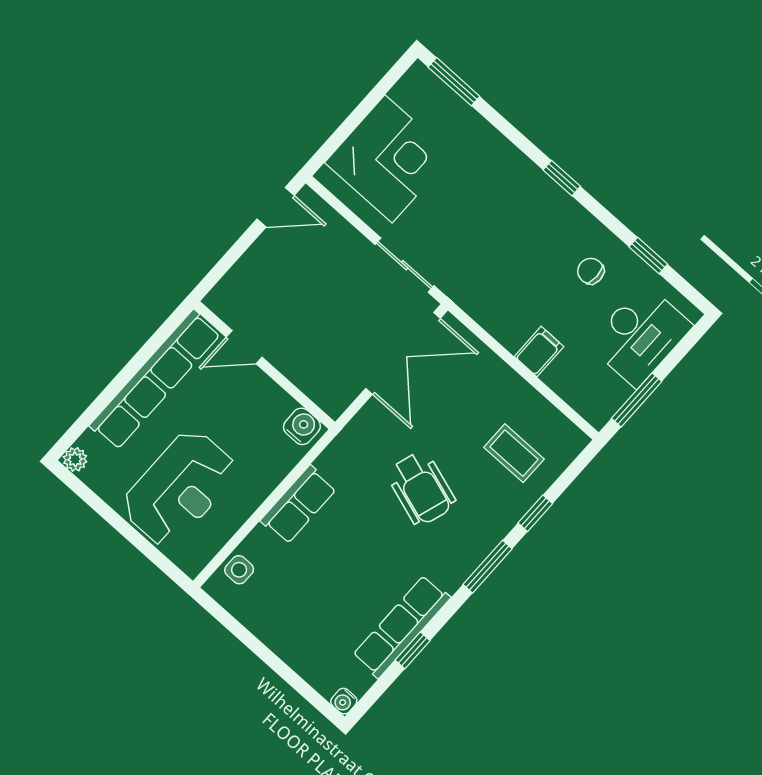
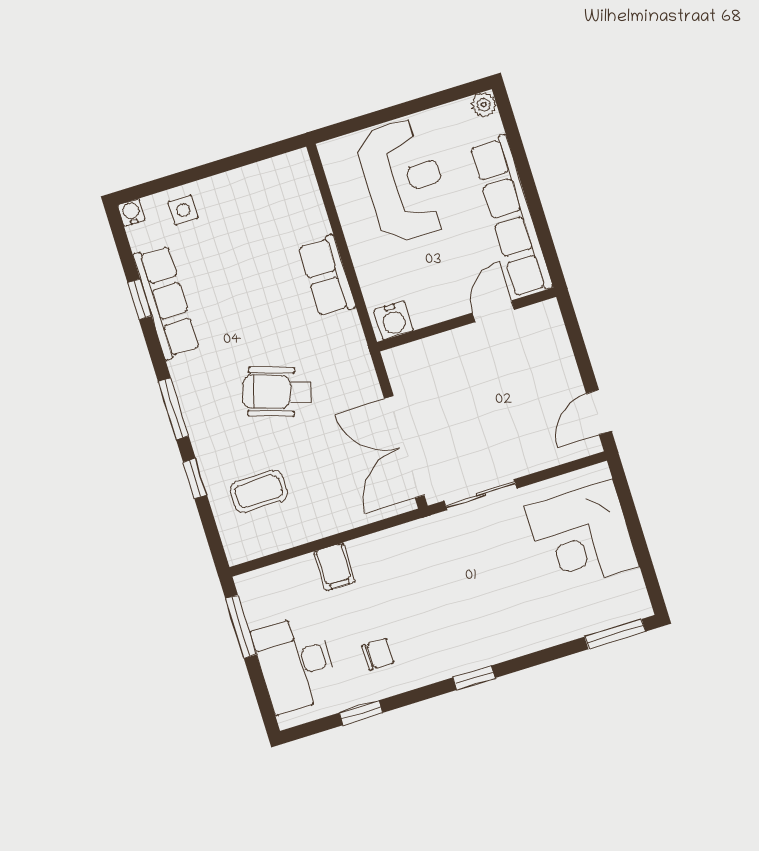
reception desk: (179, 488) -> (404, 181), turned 180
side table: (239, 570) -> (183, 210), moved

